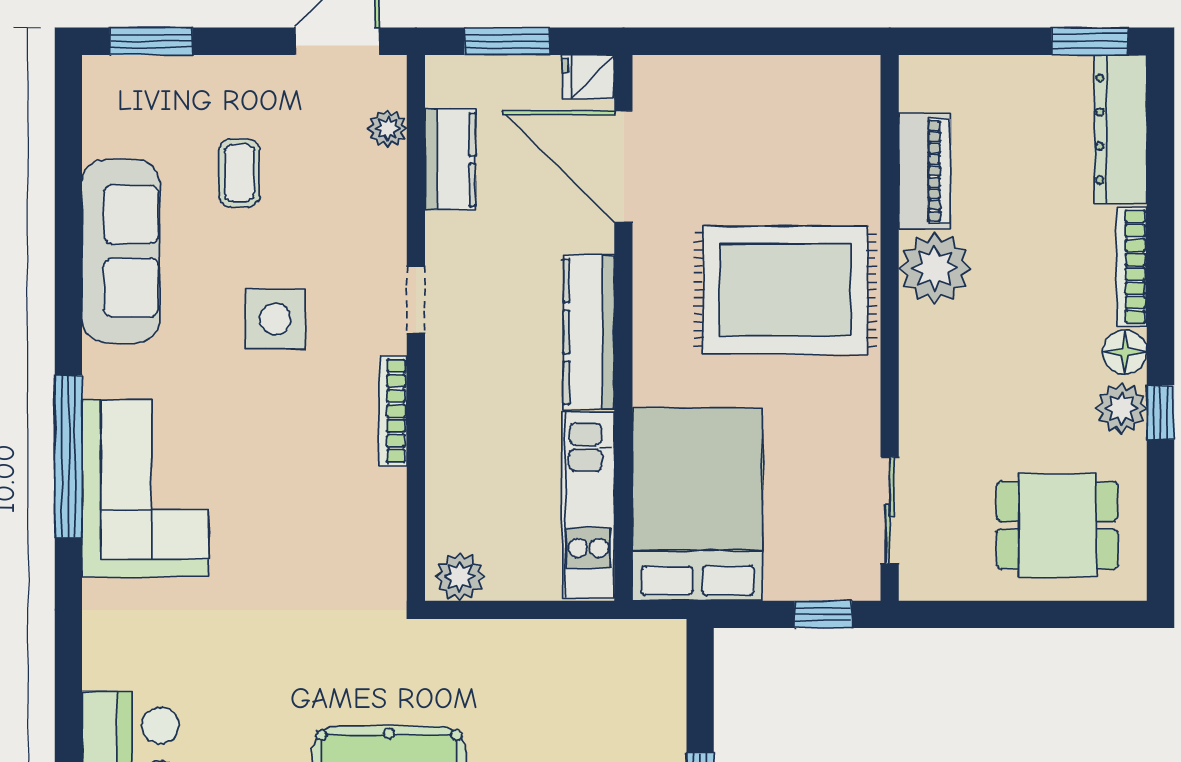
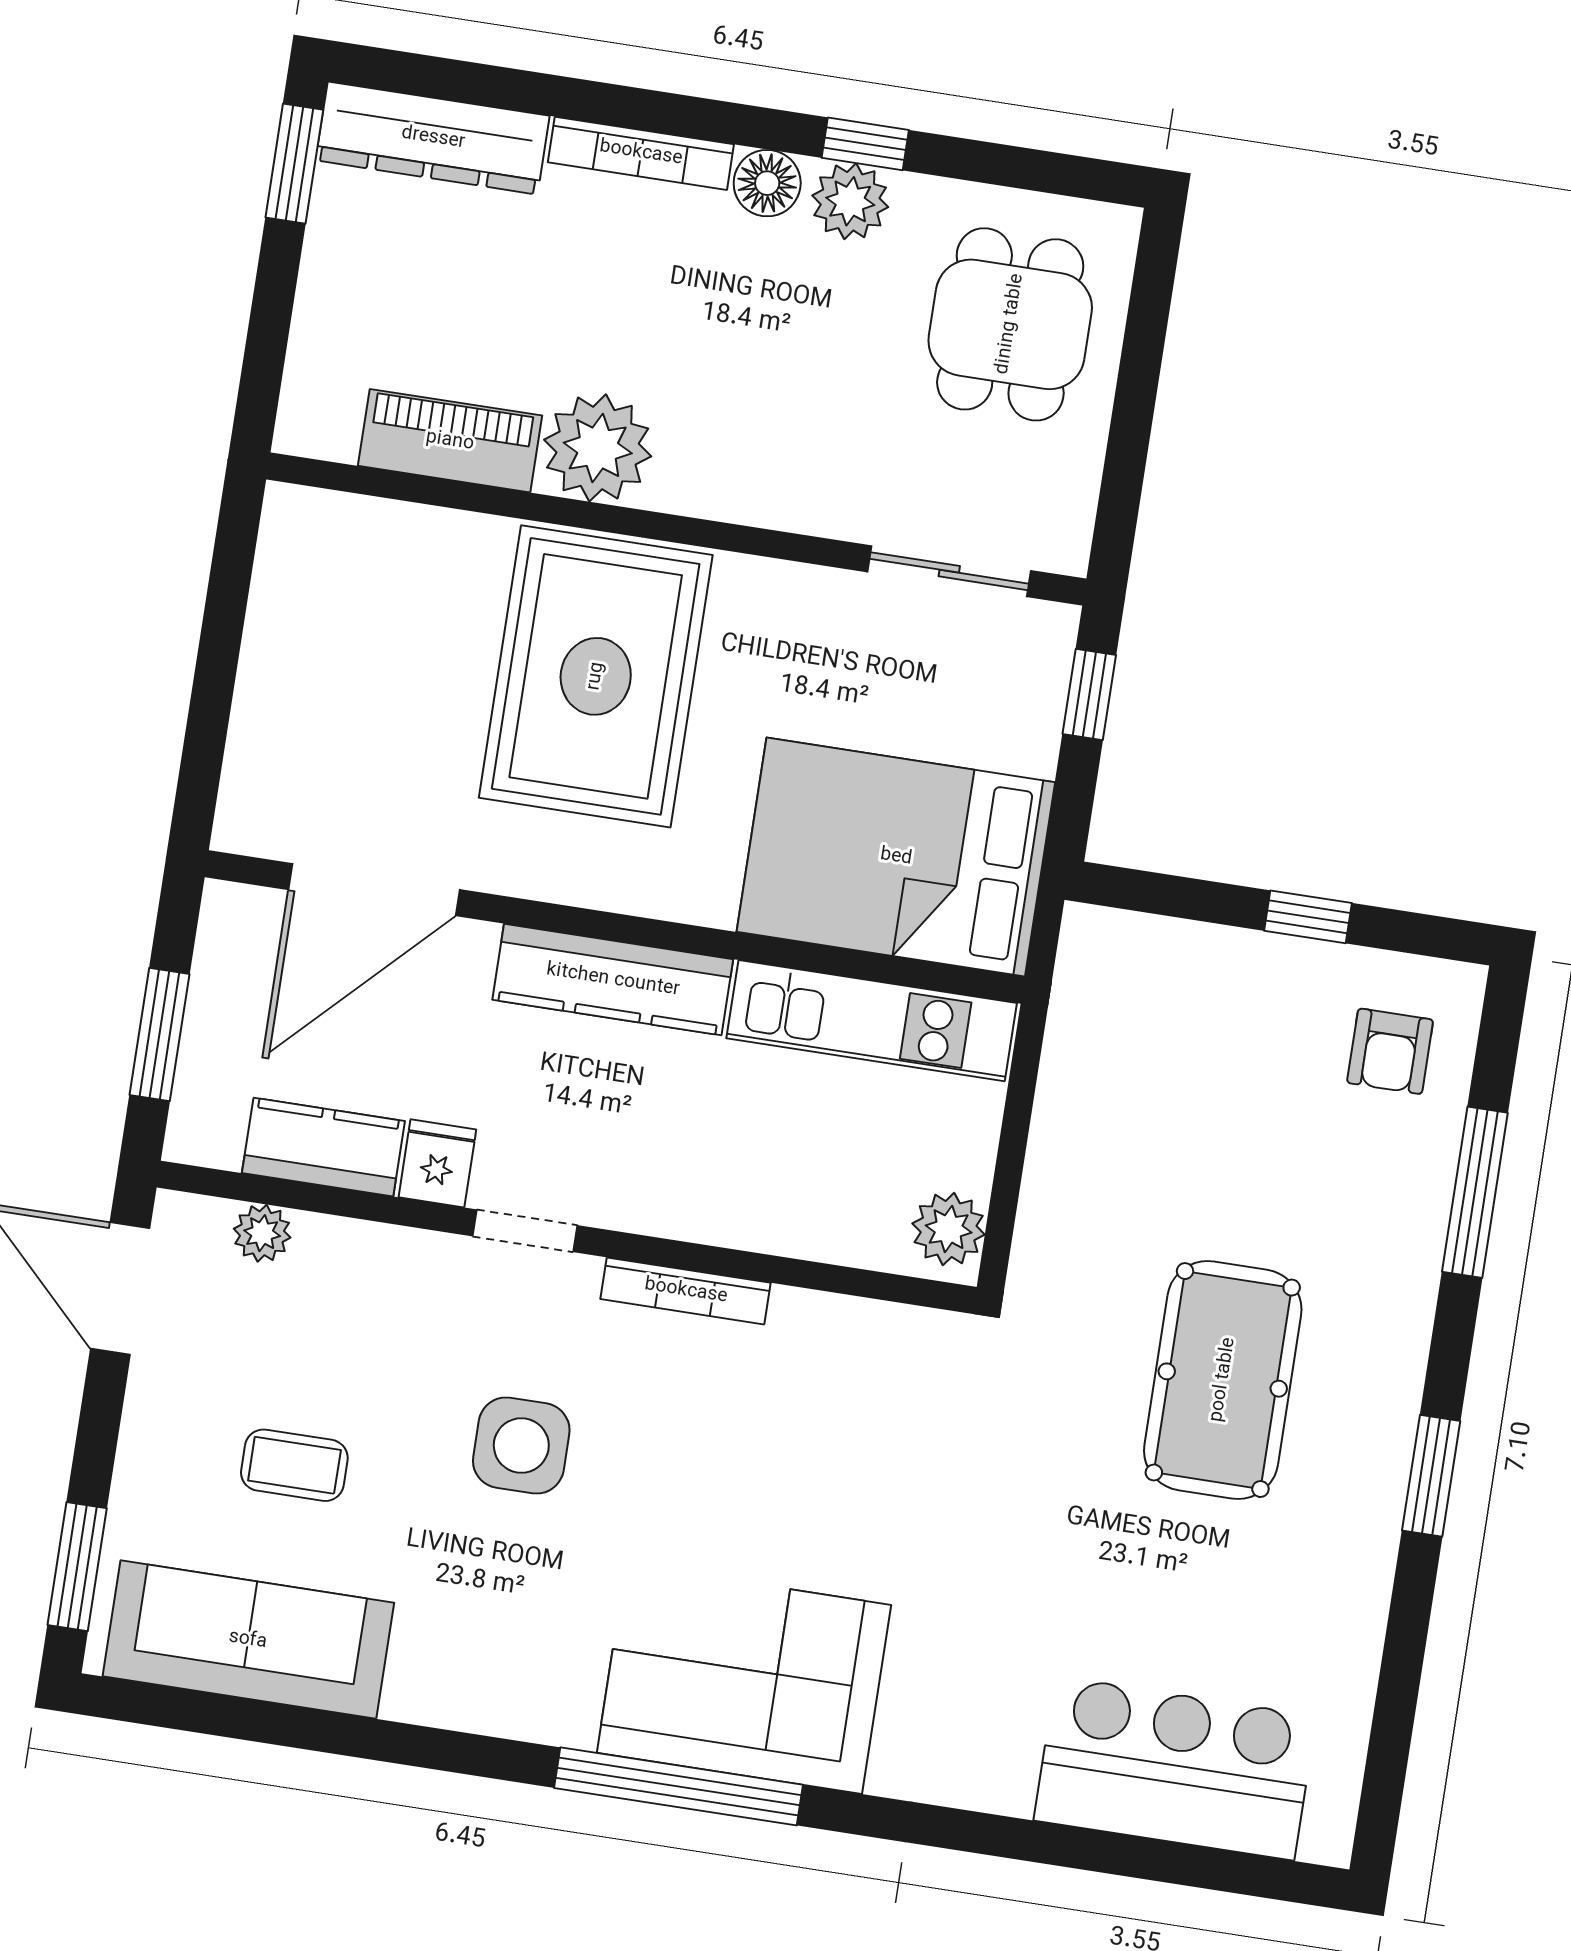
fridge: (588, 77) -> (437, 1163), moved, turned 180
sofa: (121, 251) -> (248, 1640), moved

